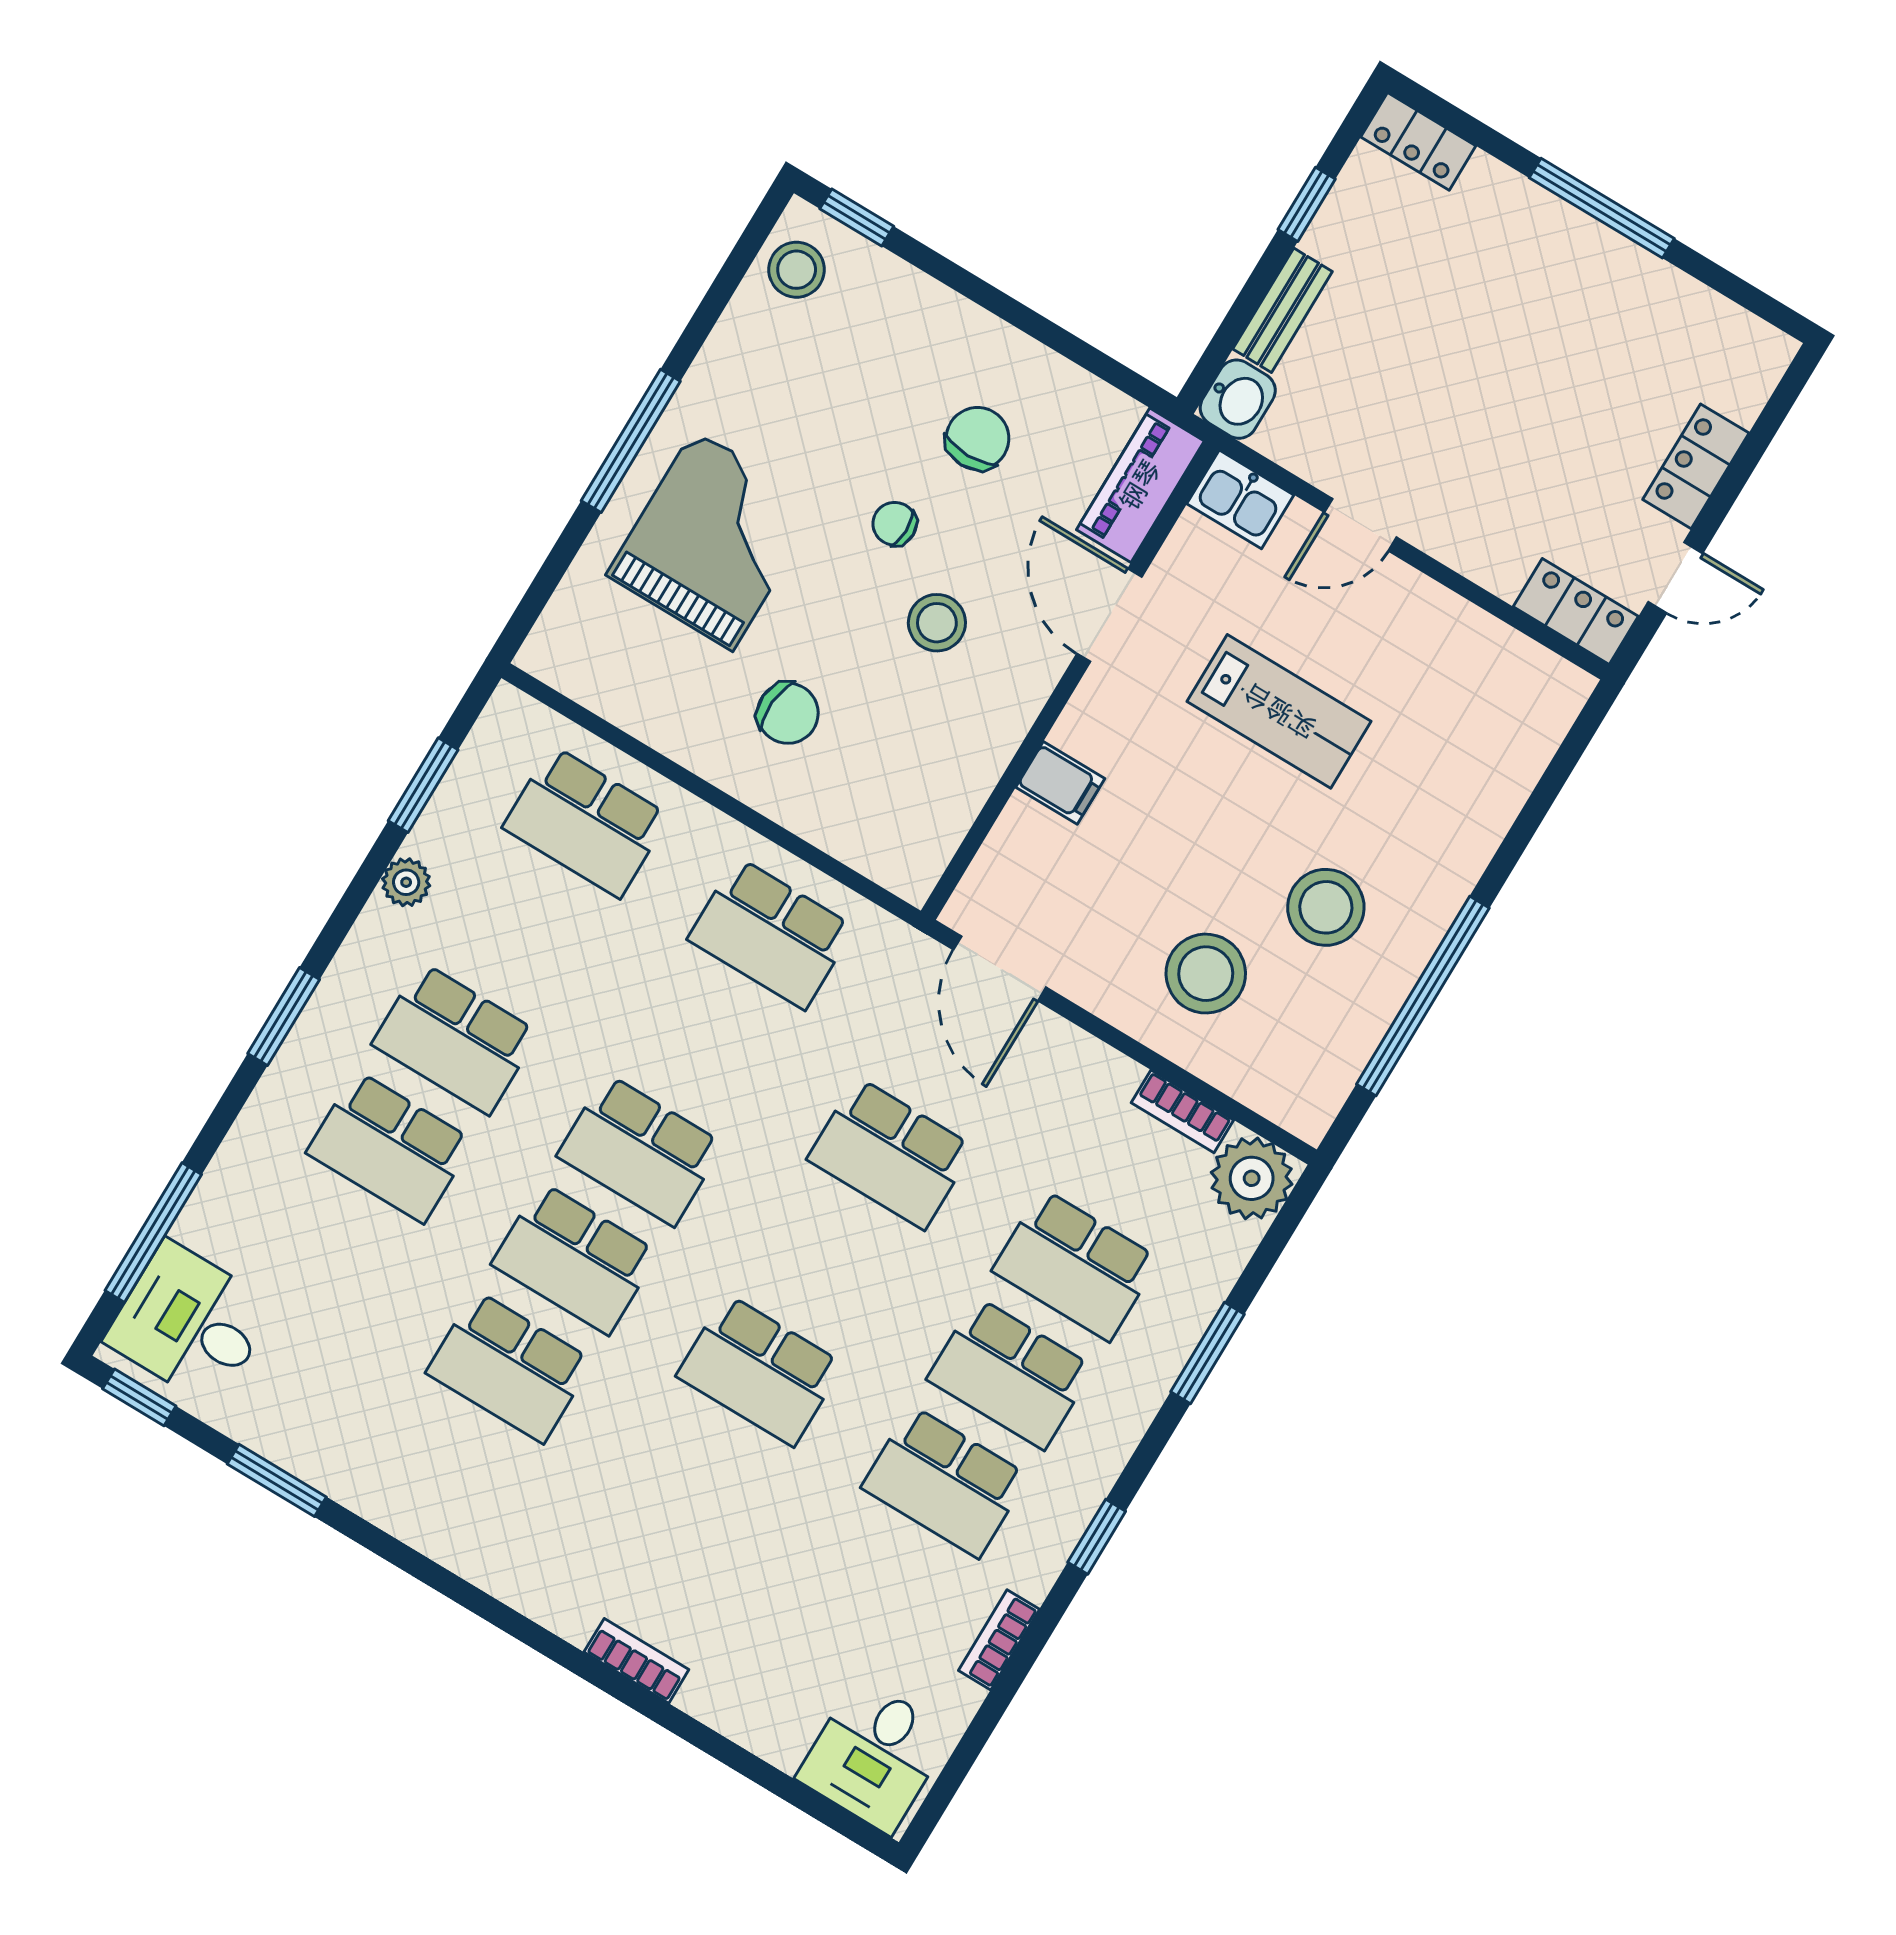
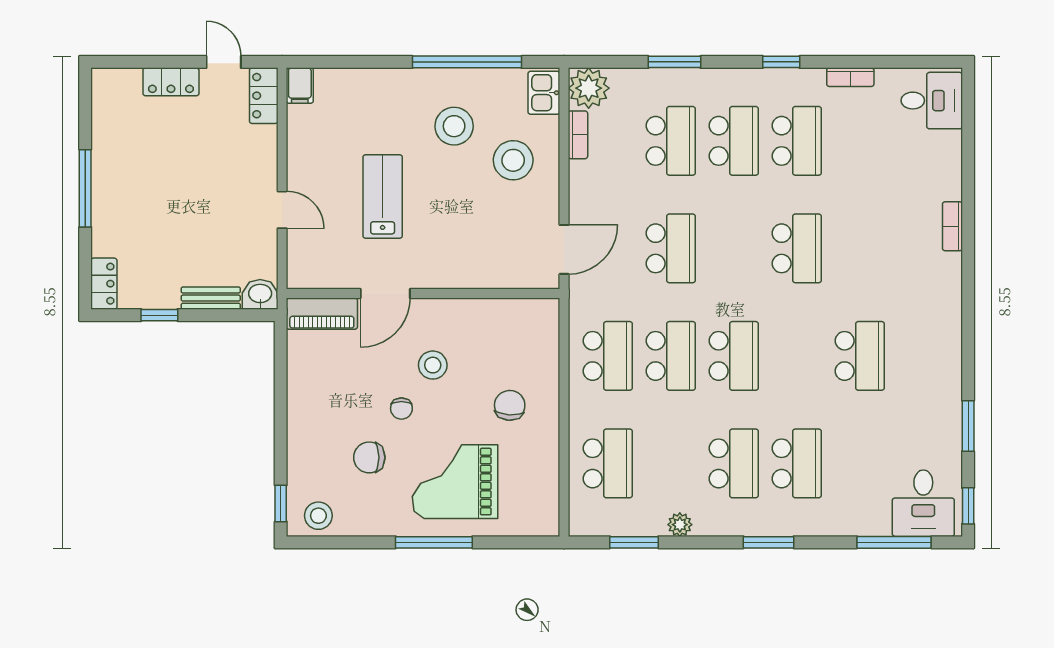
chair: (978, 439) -> (369, 457), moved
kitchen sink: (1240, 499) -> (544, 93), moved, turned 180
filing cabinet: (1060, 783) -> (300, 86), moved, turned 180
school desk: (575, 1258) -> (671, 356), moved

